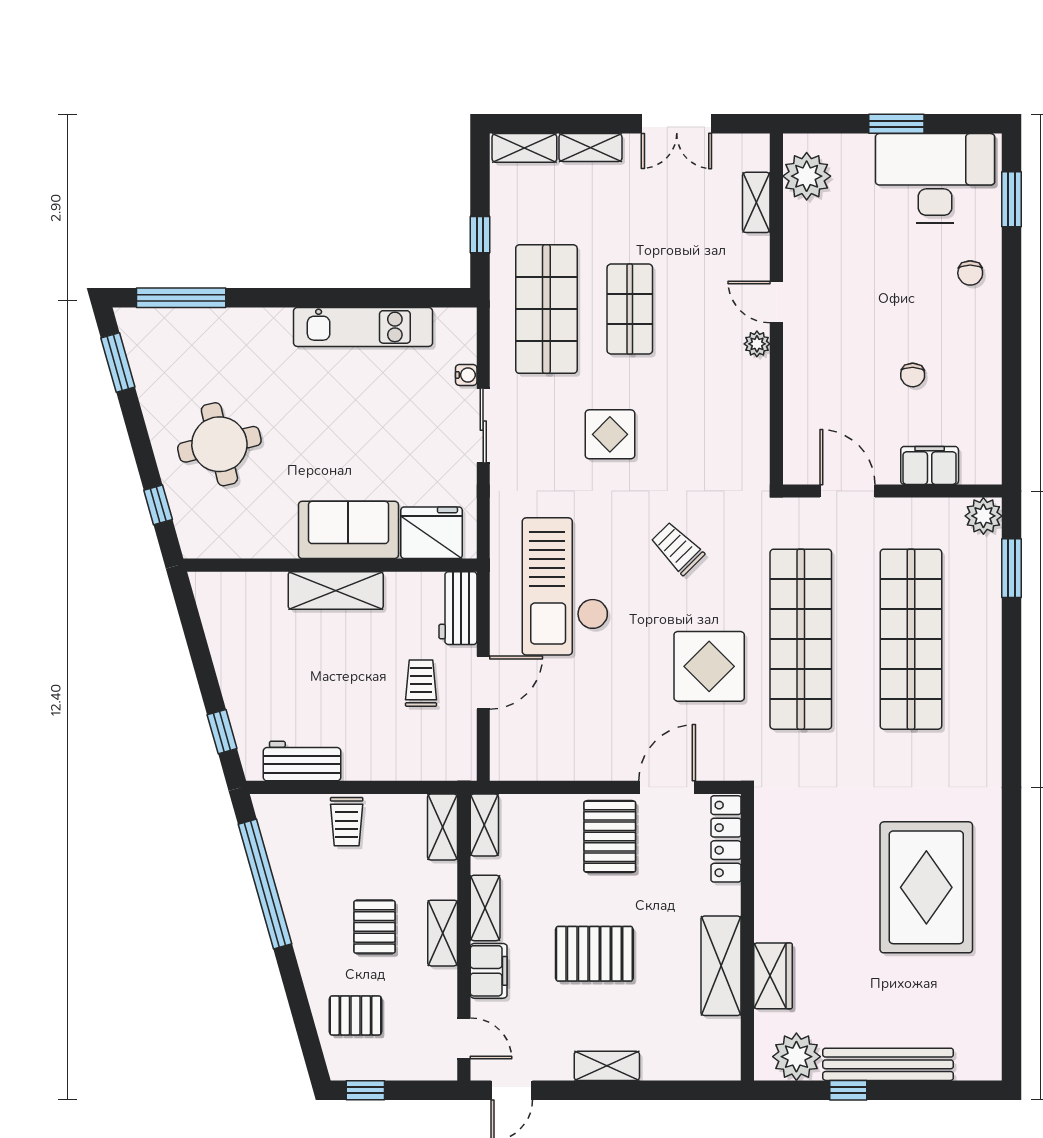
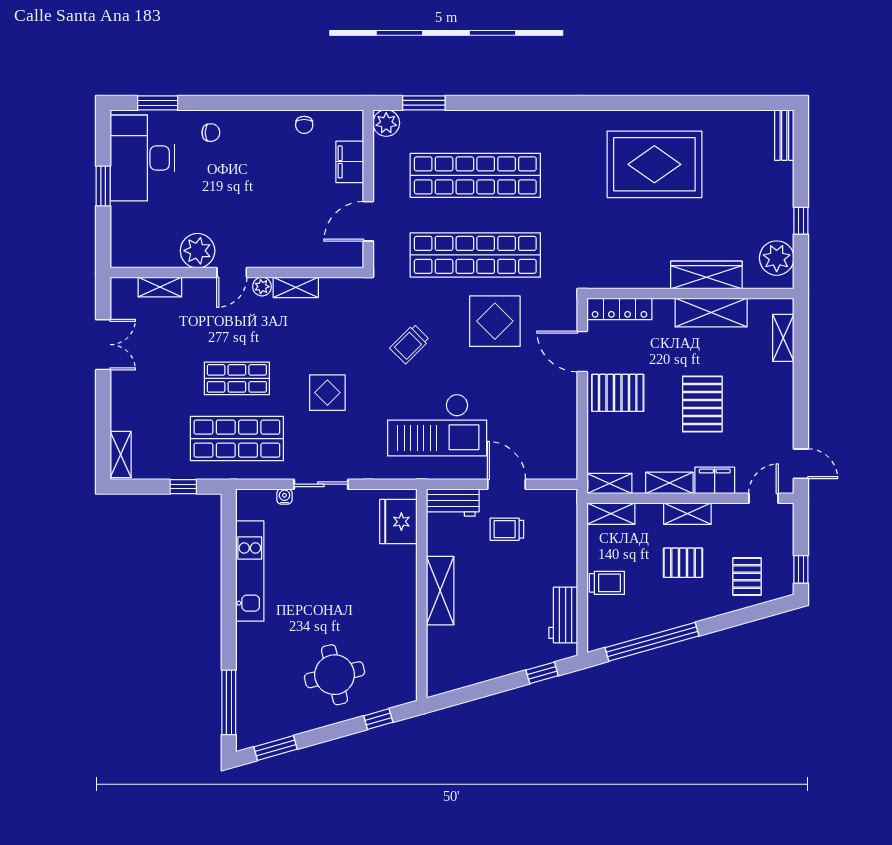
shelving: (590, 148) -> (296, 287), moved, turned 90
plant: (807, 176) -> (198, 251), moved
chair: (913, 375) -> (304, 125), moved, turned 88
sofa: (348, 530) -> (396, 582), removed
wardrobe: (773, 976) -> (706, 275), width x1.50
bench: (888, 1064) -> (784, 135), moved, width x0.54, depth x0.82
shelving: (607, 1066) -> (783, 338), moved

